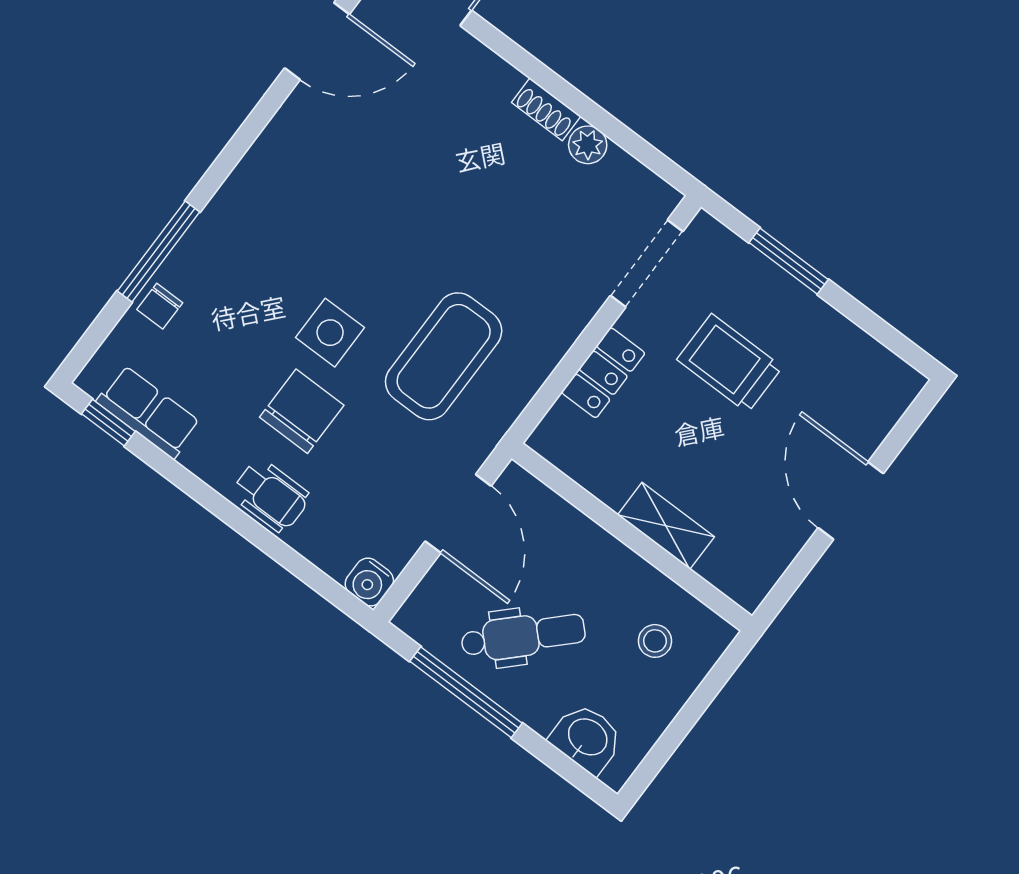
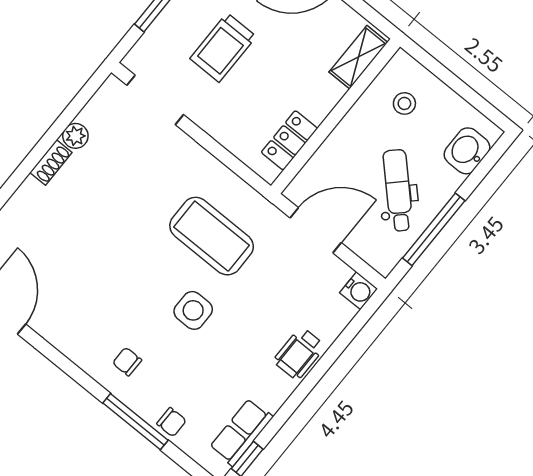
locker: (603, 373) -> (289, 140), moved, turned -90
chair: (302, 411) -> (127, 362), moved, width x0.54, depth x0.54
wheelchair: (271, 495) -> (299, 354), turned 180
shelving: (666, 526) -> (358, 57), moved

